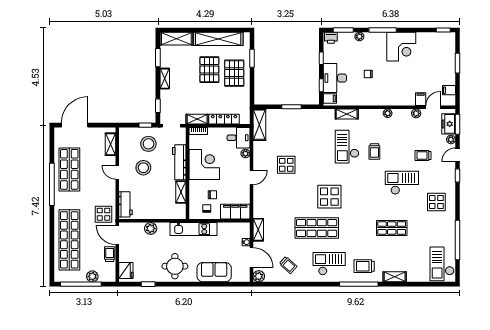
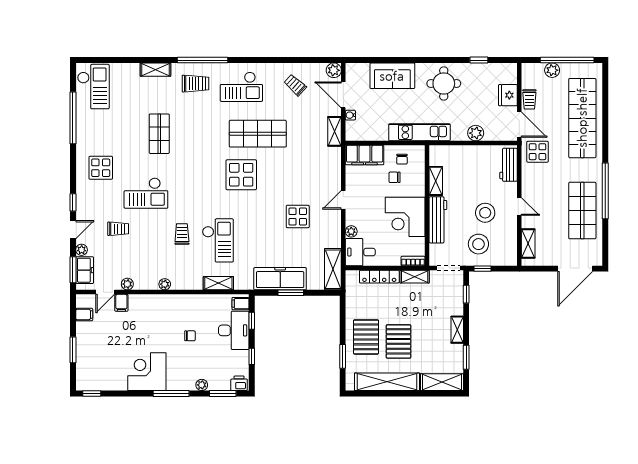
freezer: (300, 117) -> (280, 279), added
shop shelf: (392, 228) -> (159, 134), turned 90
fridge: (126, 271) -> (508, 95), moved

